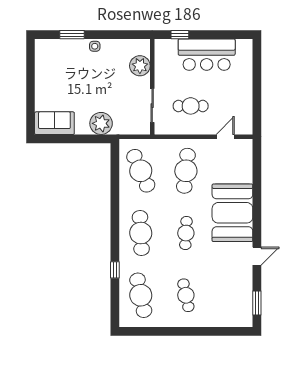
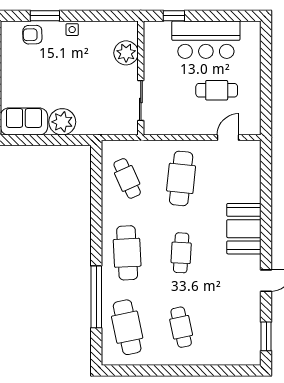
armchair: (62, 51) -> (32, 35), added
cafe table: (191, 106) -> (217, 90), moved
plant: (101, 123) -> (62, 122), moved
cafe table: (141, 171) -> (127, 178), width x0.73, depth x0.74
booth: (232, 213) -> (244, 229), width x0.73, depth x0.70
window: (115, 270) -> (96, 297), width x3.17

